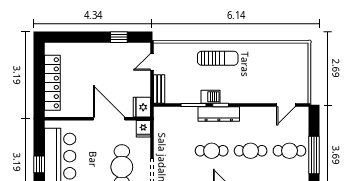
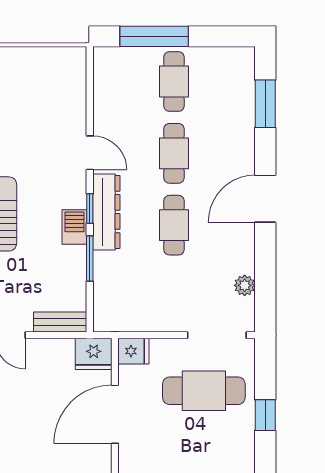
door: (286, 105) -> (90, 153), moved
window: (314, 155) -> (154, 36), moved

